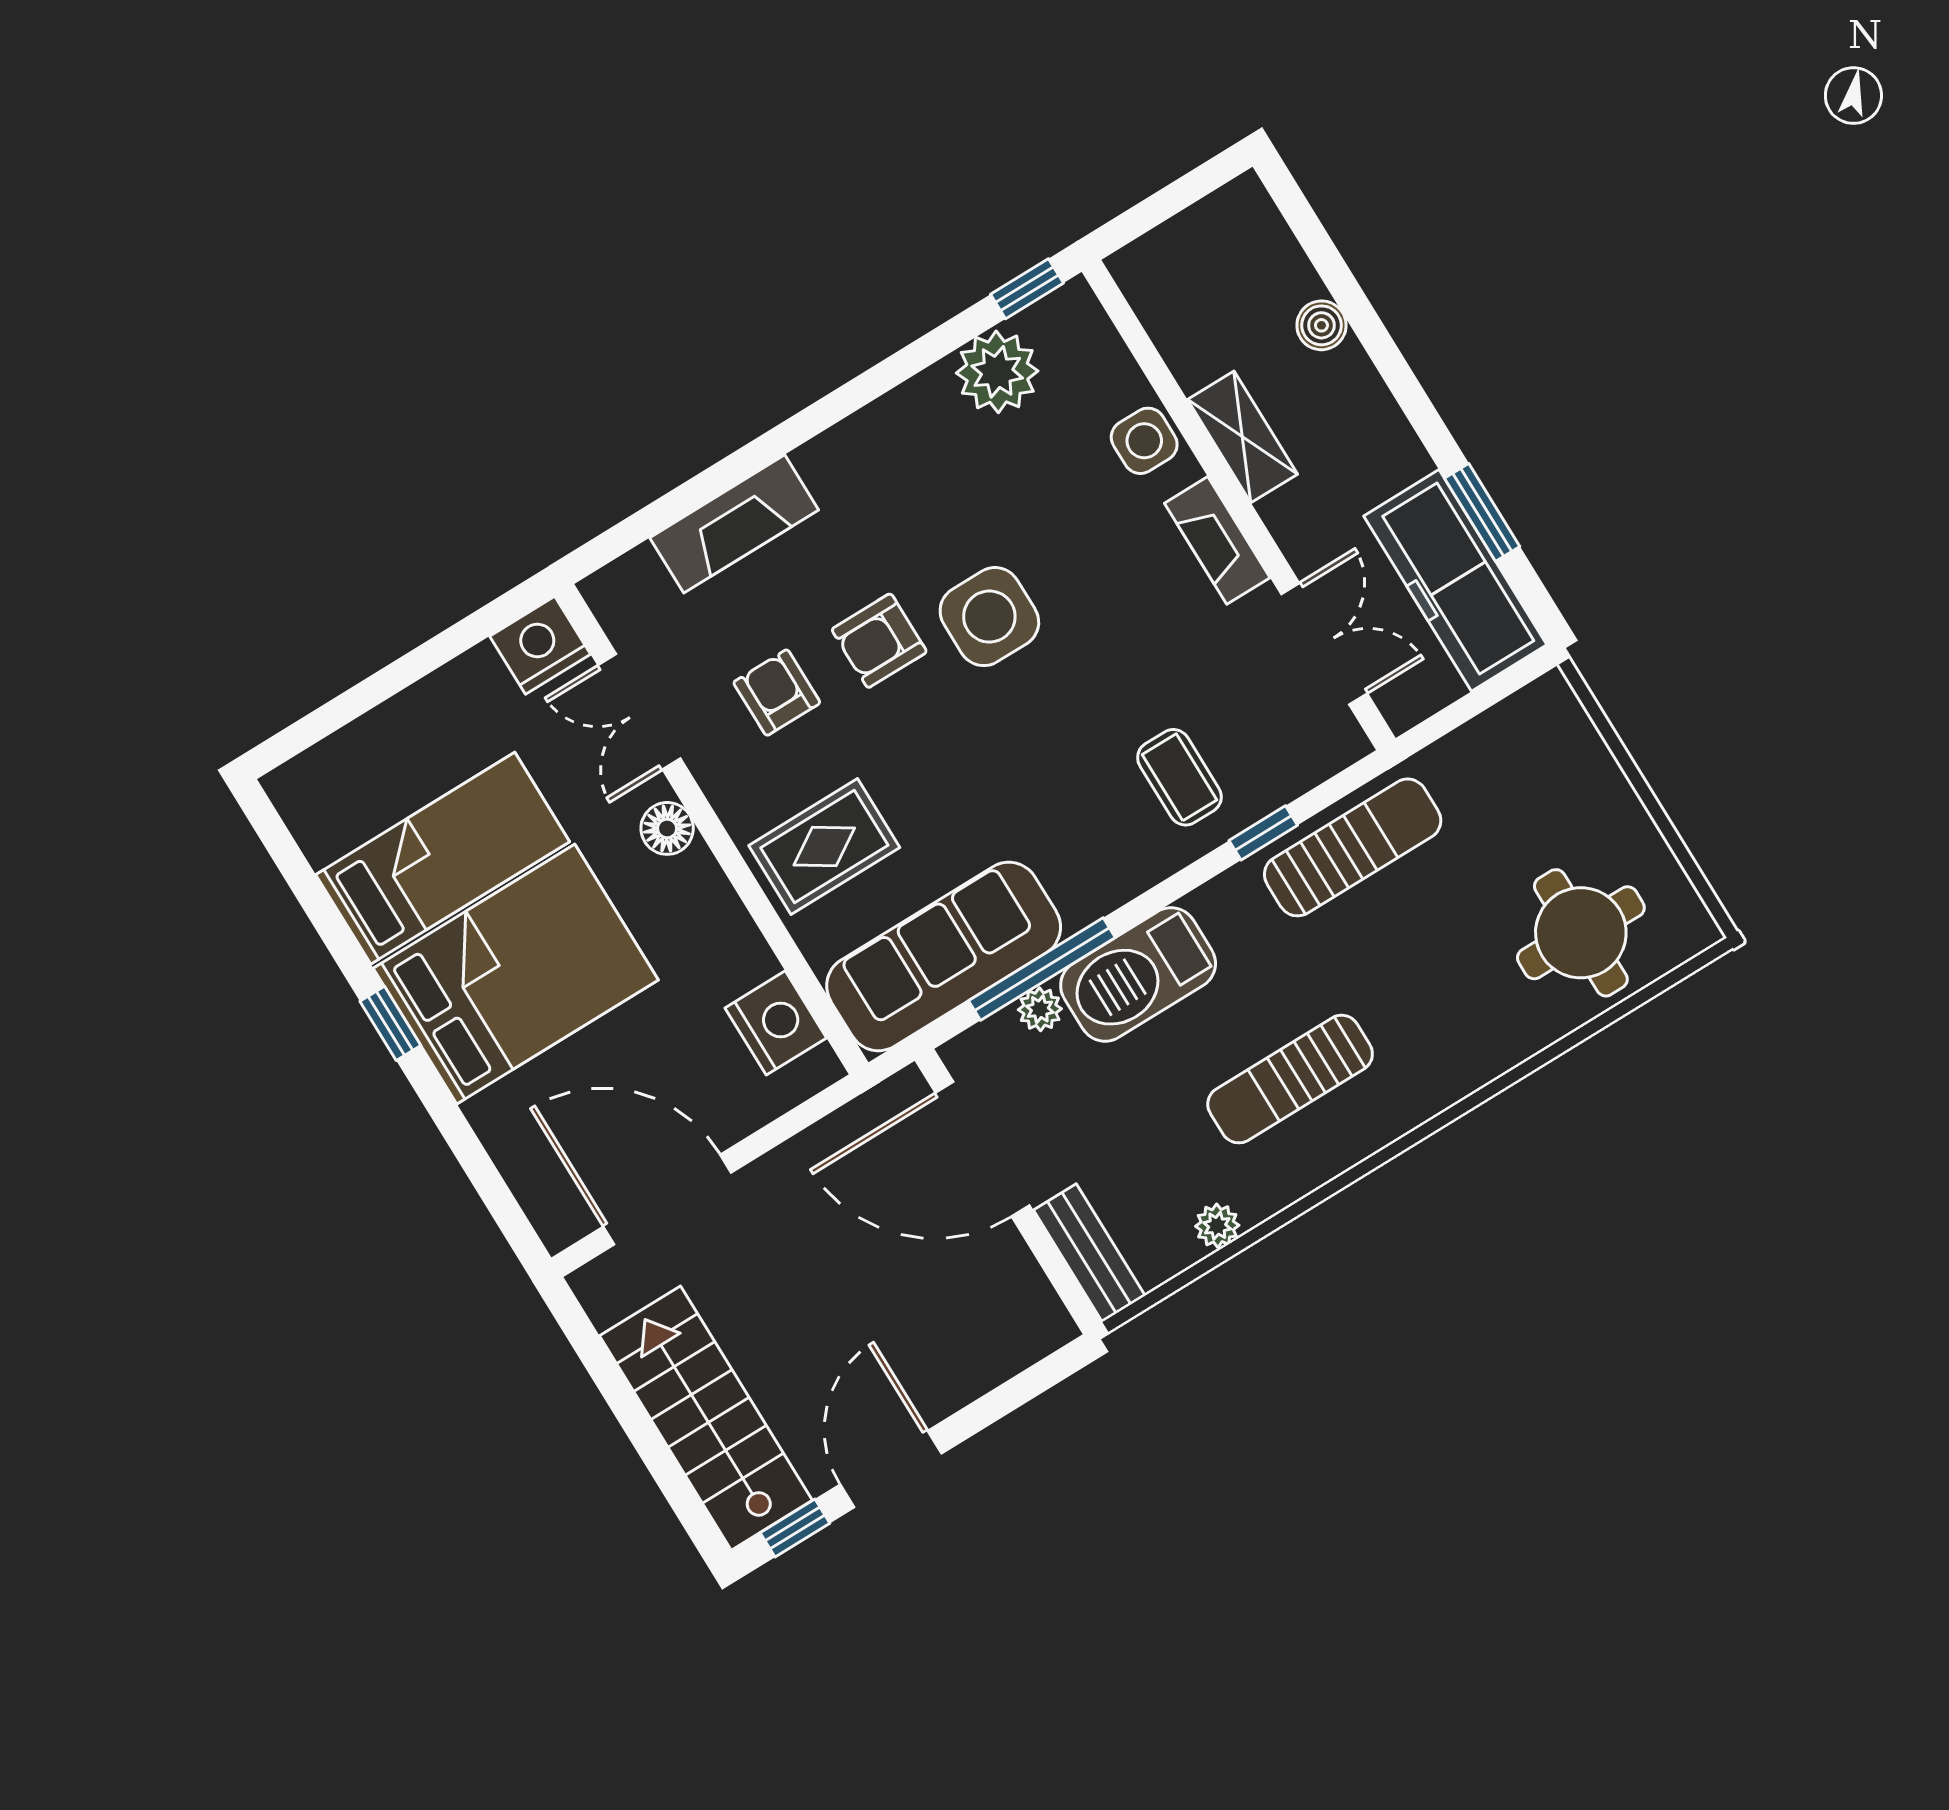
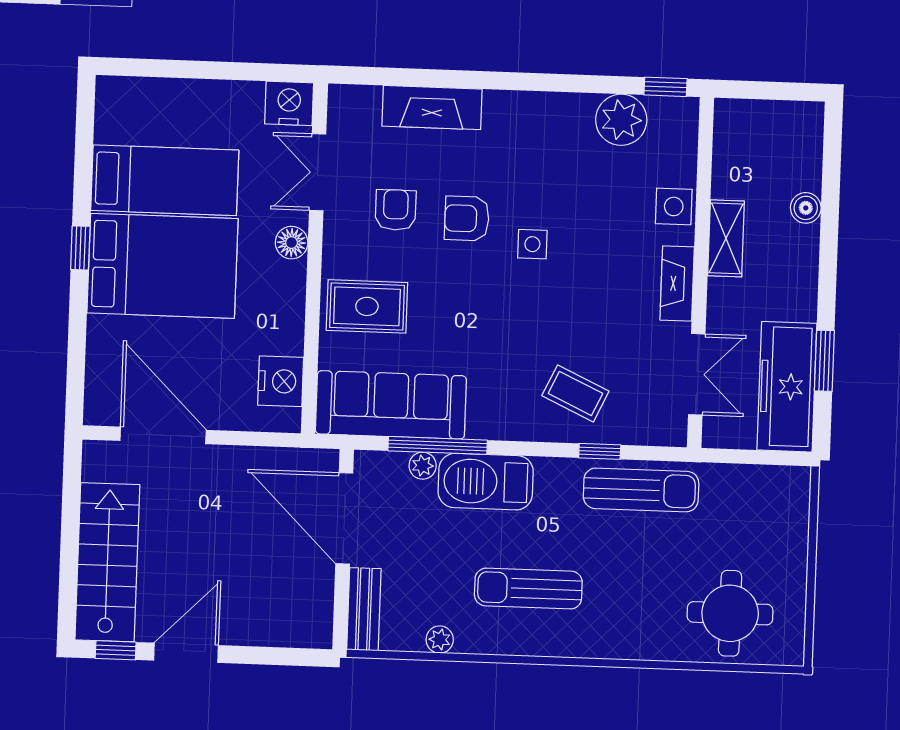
side table: (989, 617) -> (532, 244), width x0.54, depth x0.54
coffee table: (1179, 777) -> (575, 393), turned -65

